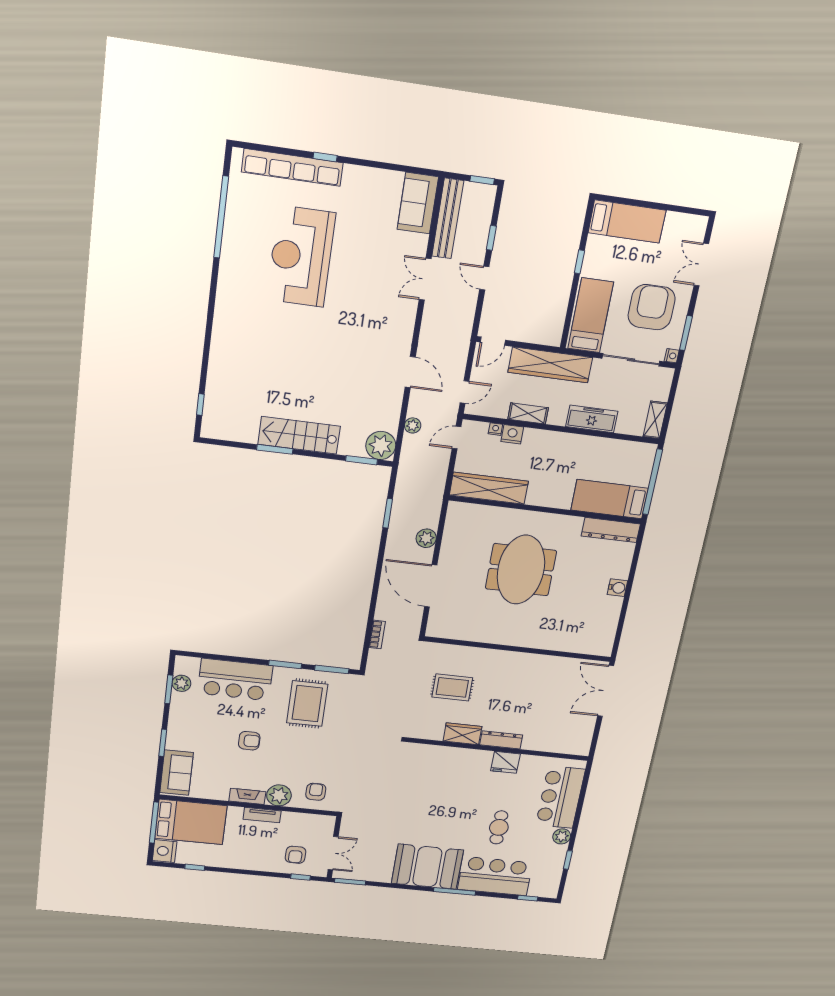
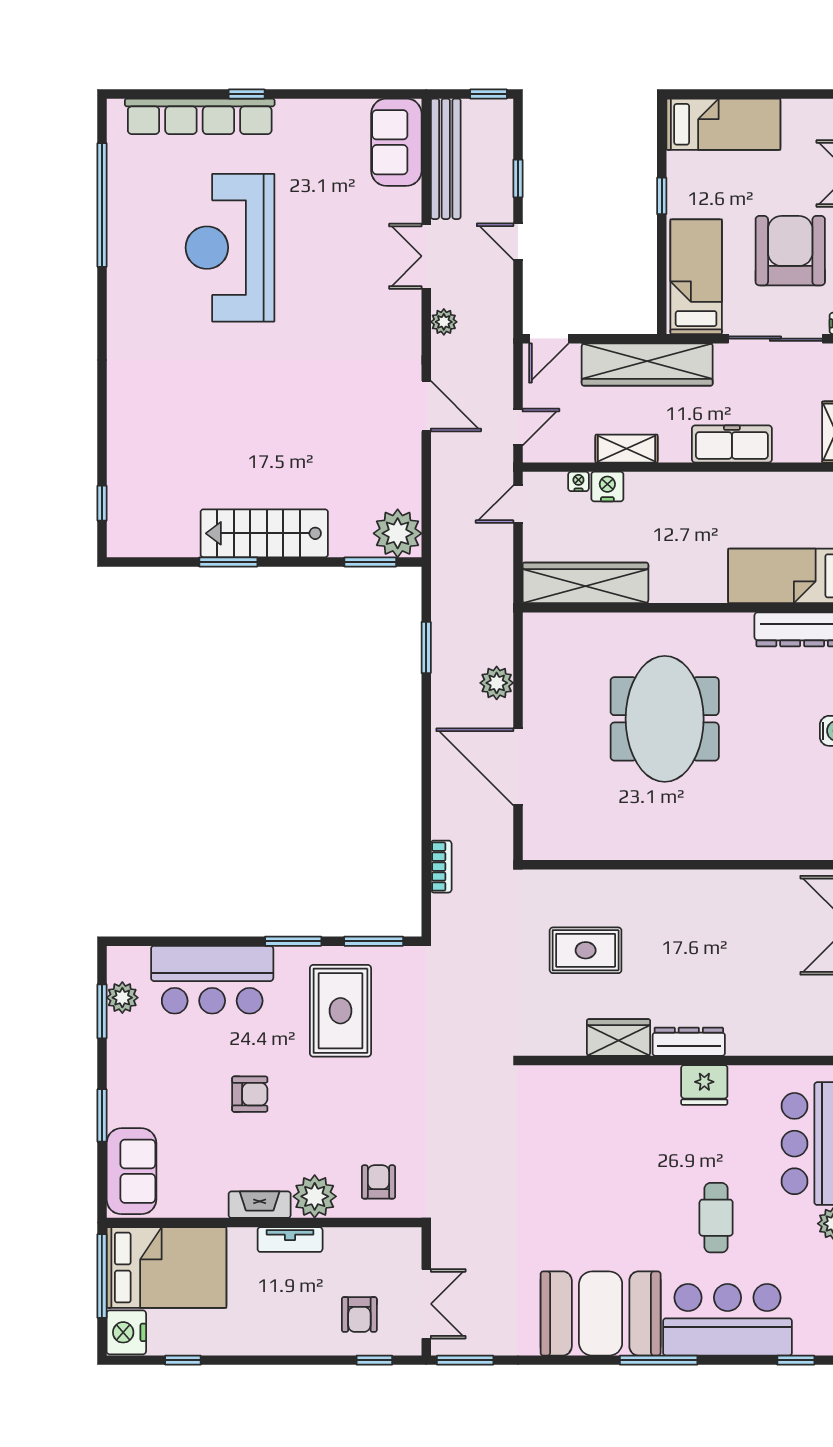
plant: (413, 425) -> (444, 322), moved

